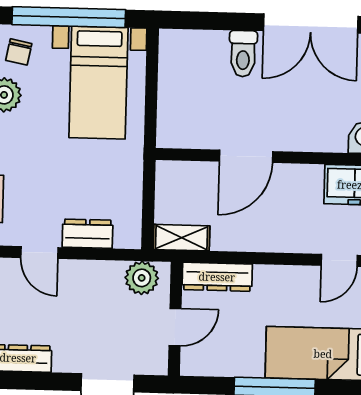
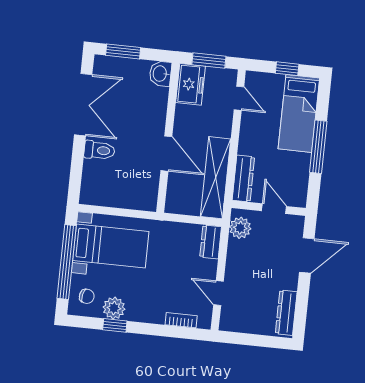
dresser: (88, 234) -> (211, 242), moved
shelving: (181, 238) -> (216, 178), width x2.20, depth x1.33
door: (39, 253) -> (218, 293), swing flipped

